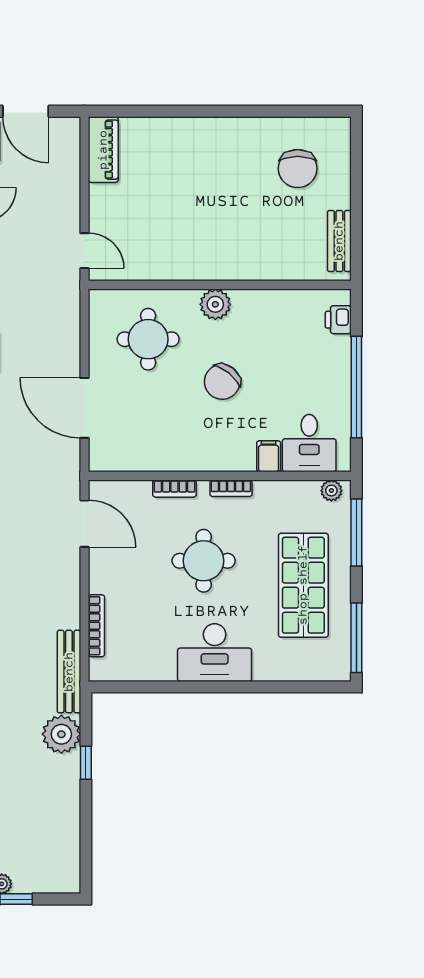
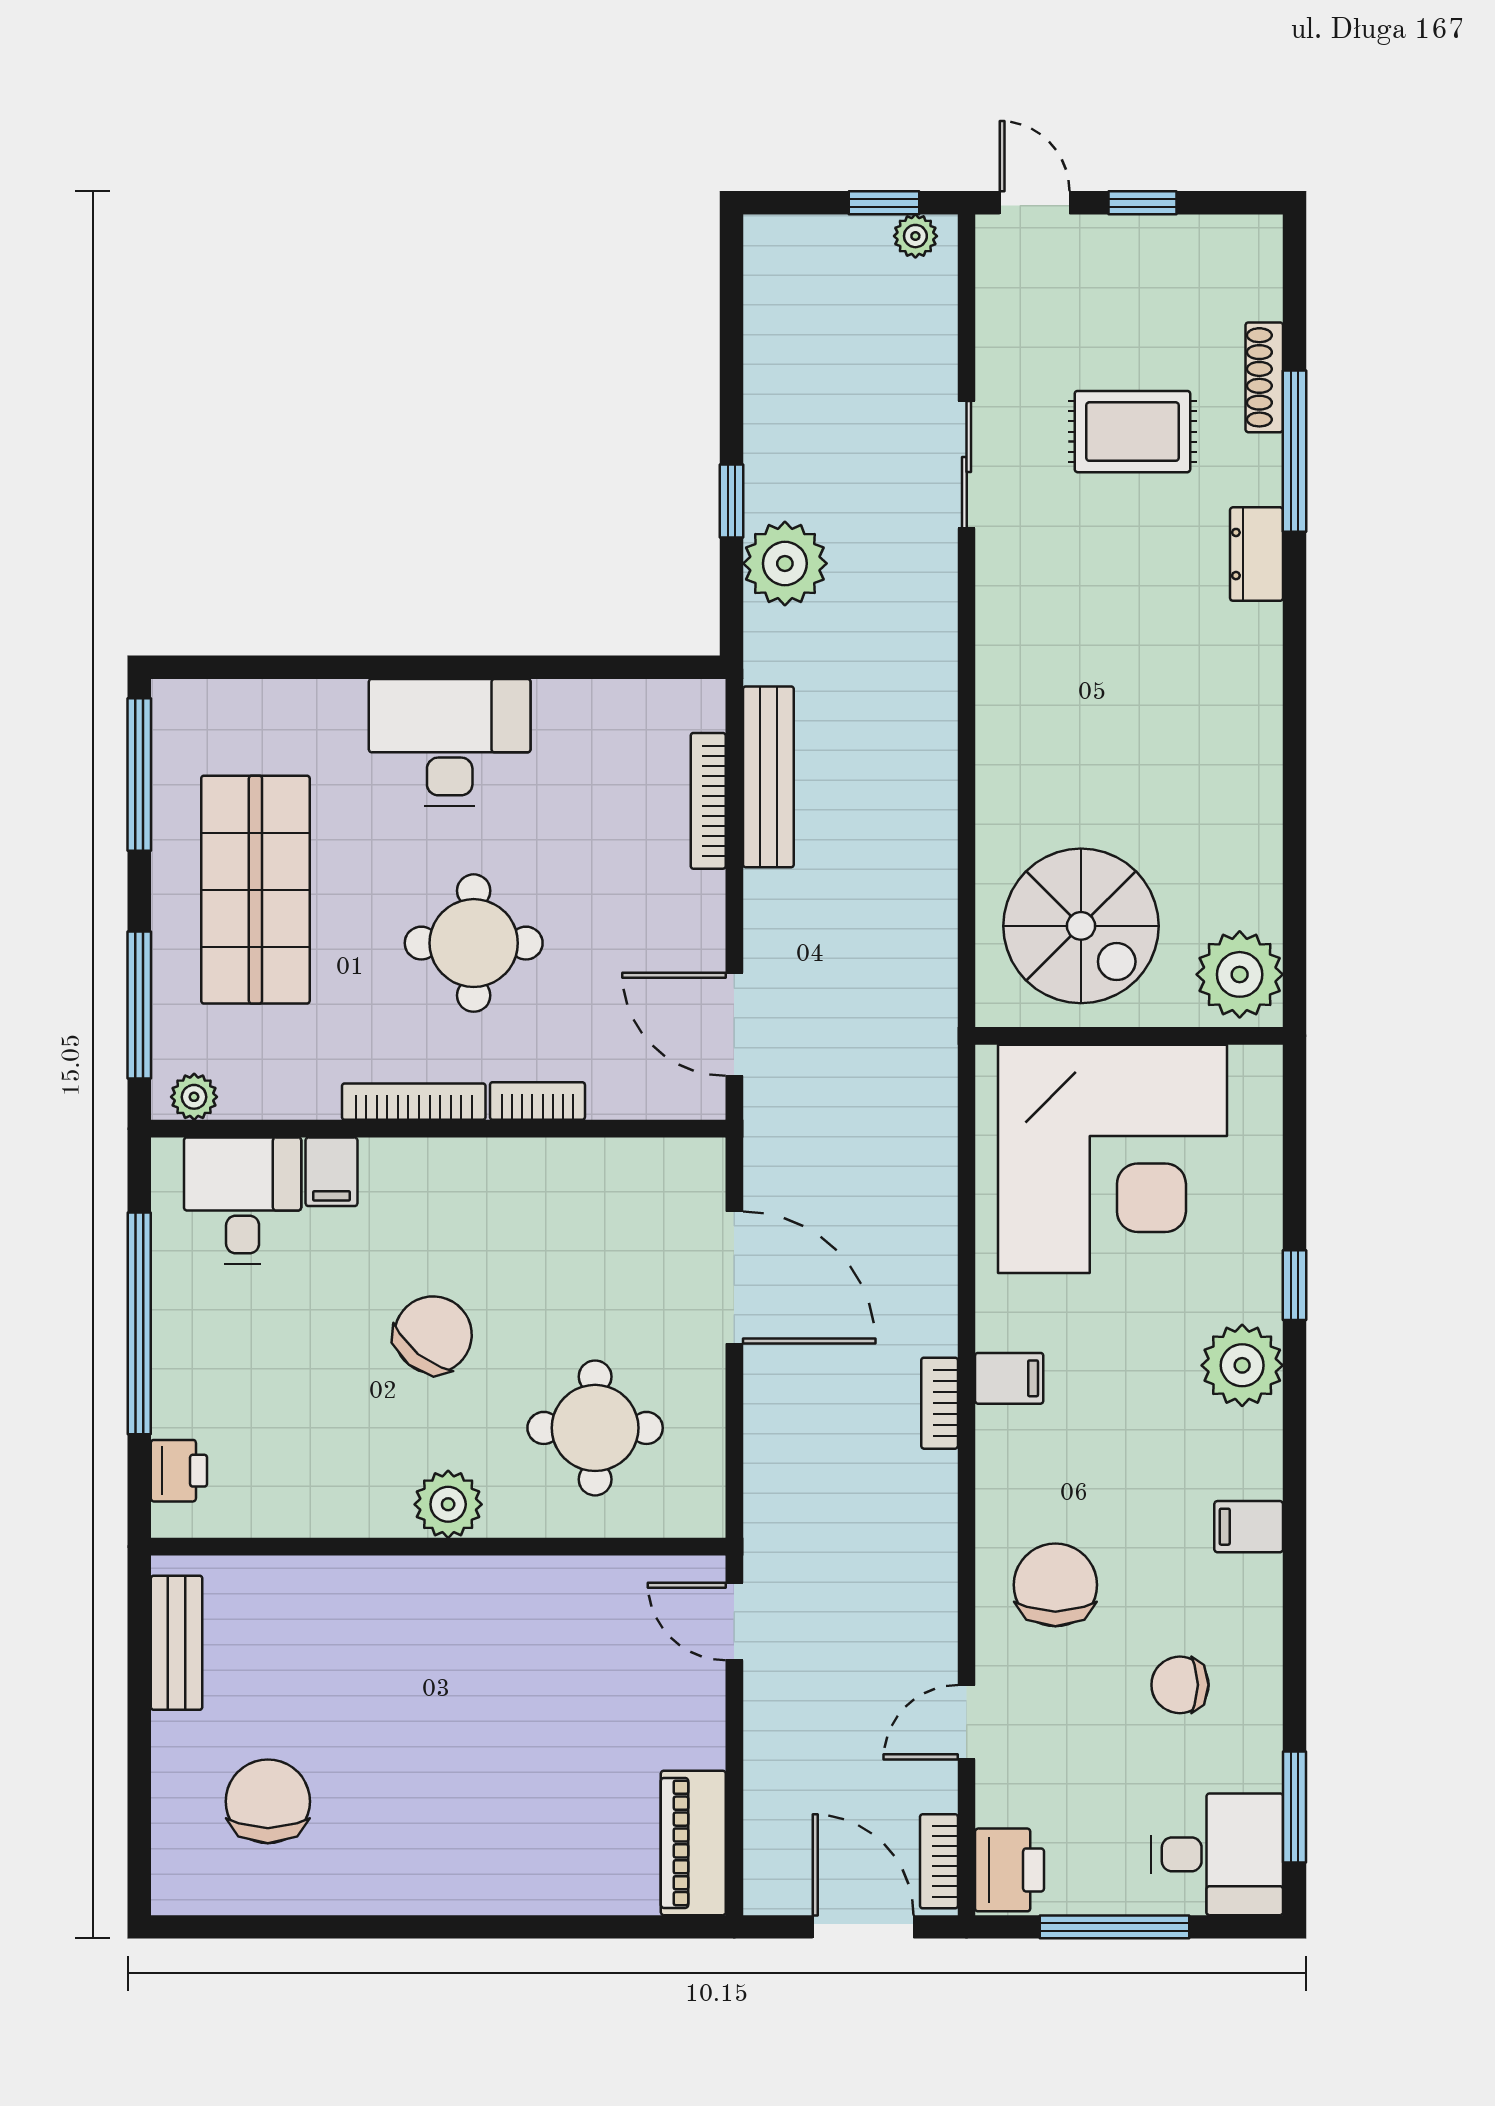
bookcase: (231, 488) -> (414, 1102), width x1.56
bench: (69, 672) -> (768, 777), moved

